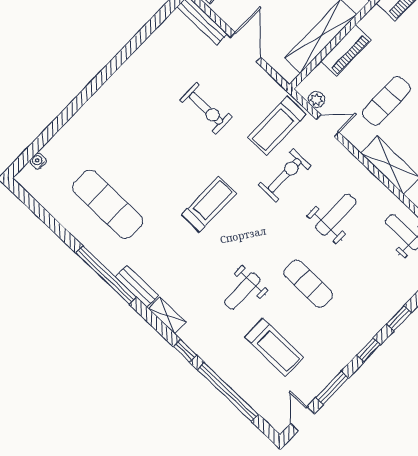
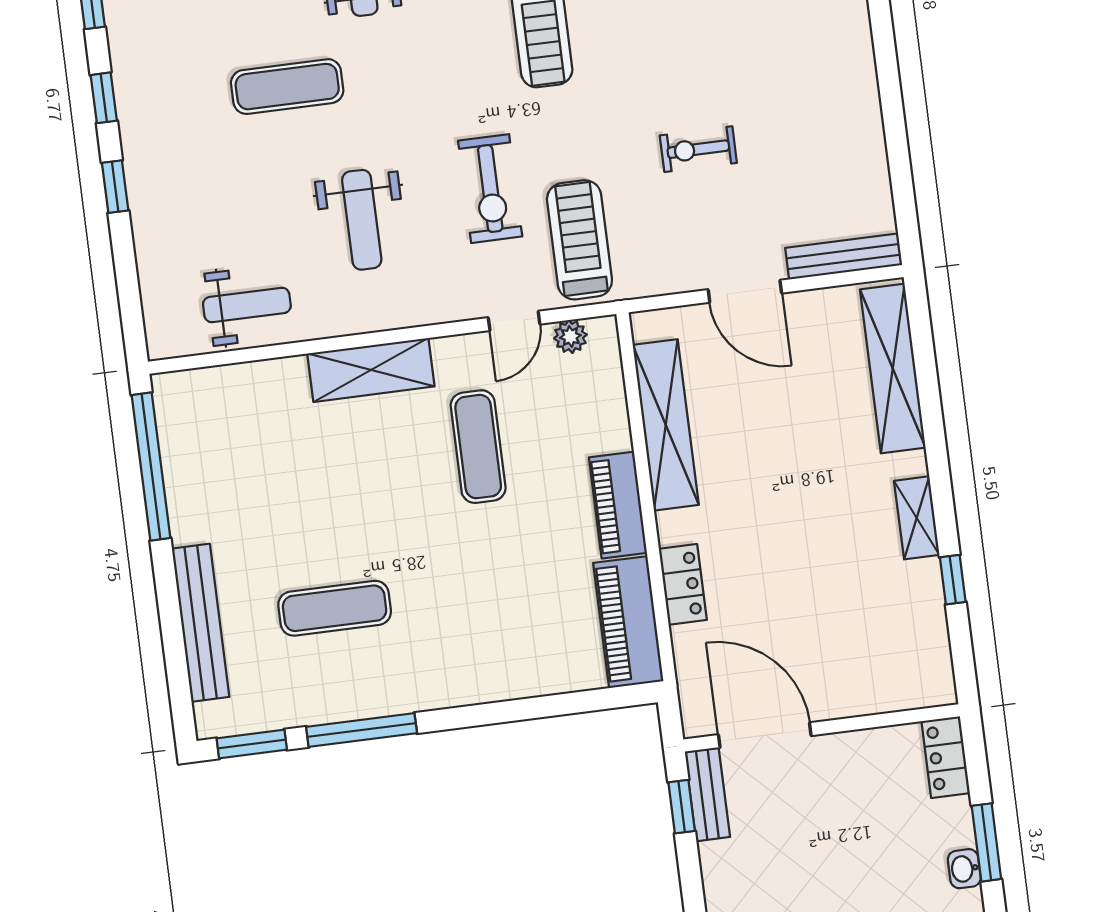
piano: (346, 51) -> (618, 505), moved
exercise bike: (206, 108) -> (698, 149), width x0.73, depth x0.72

